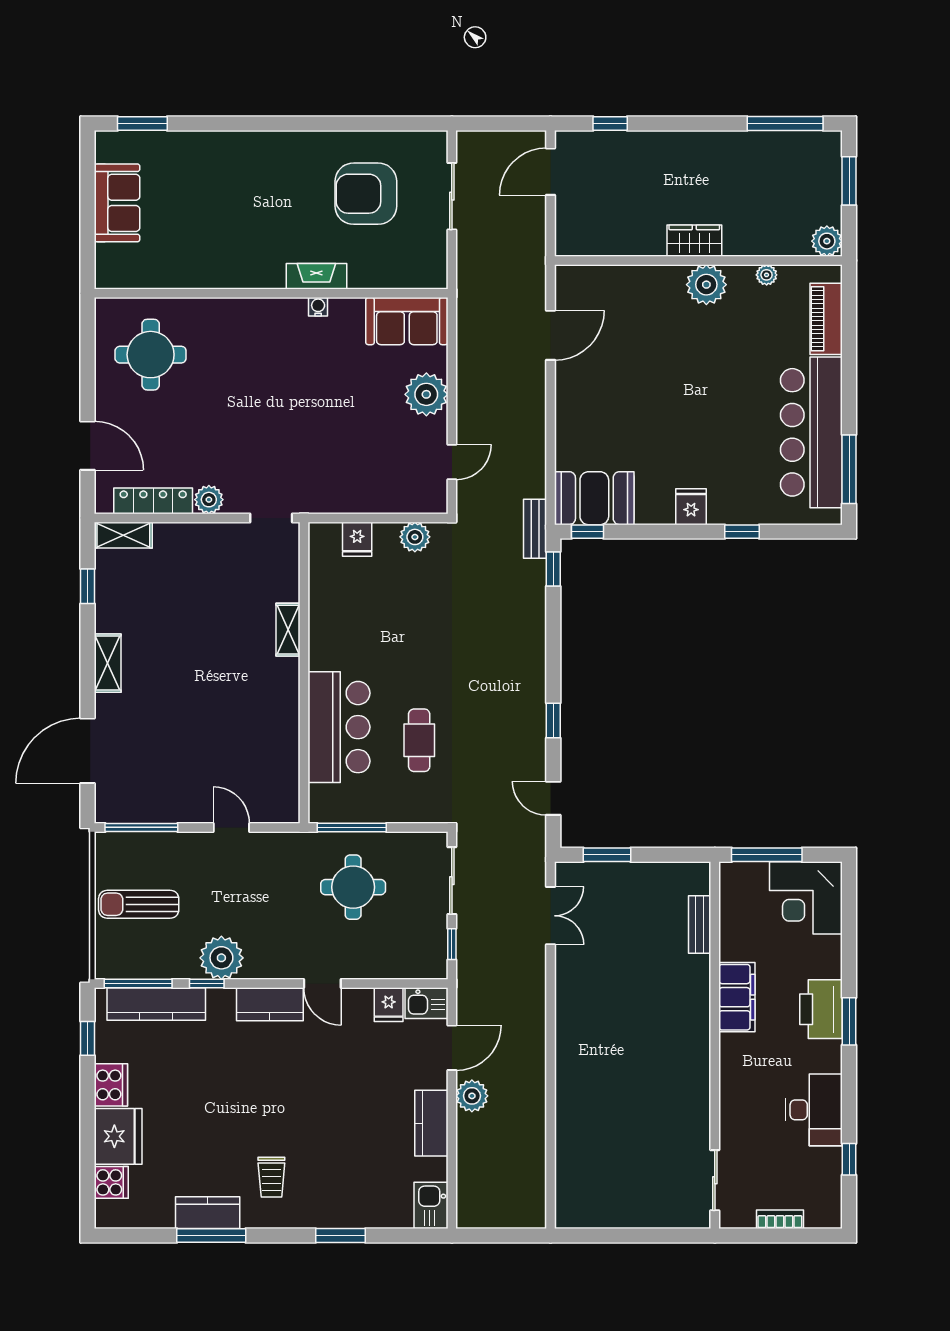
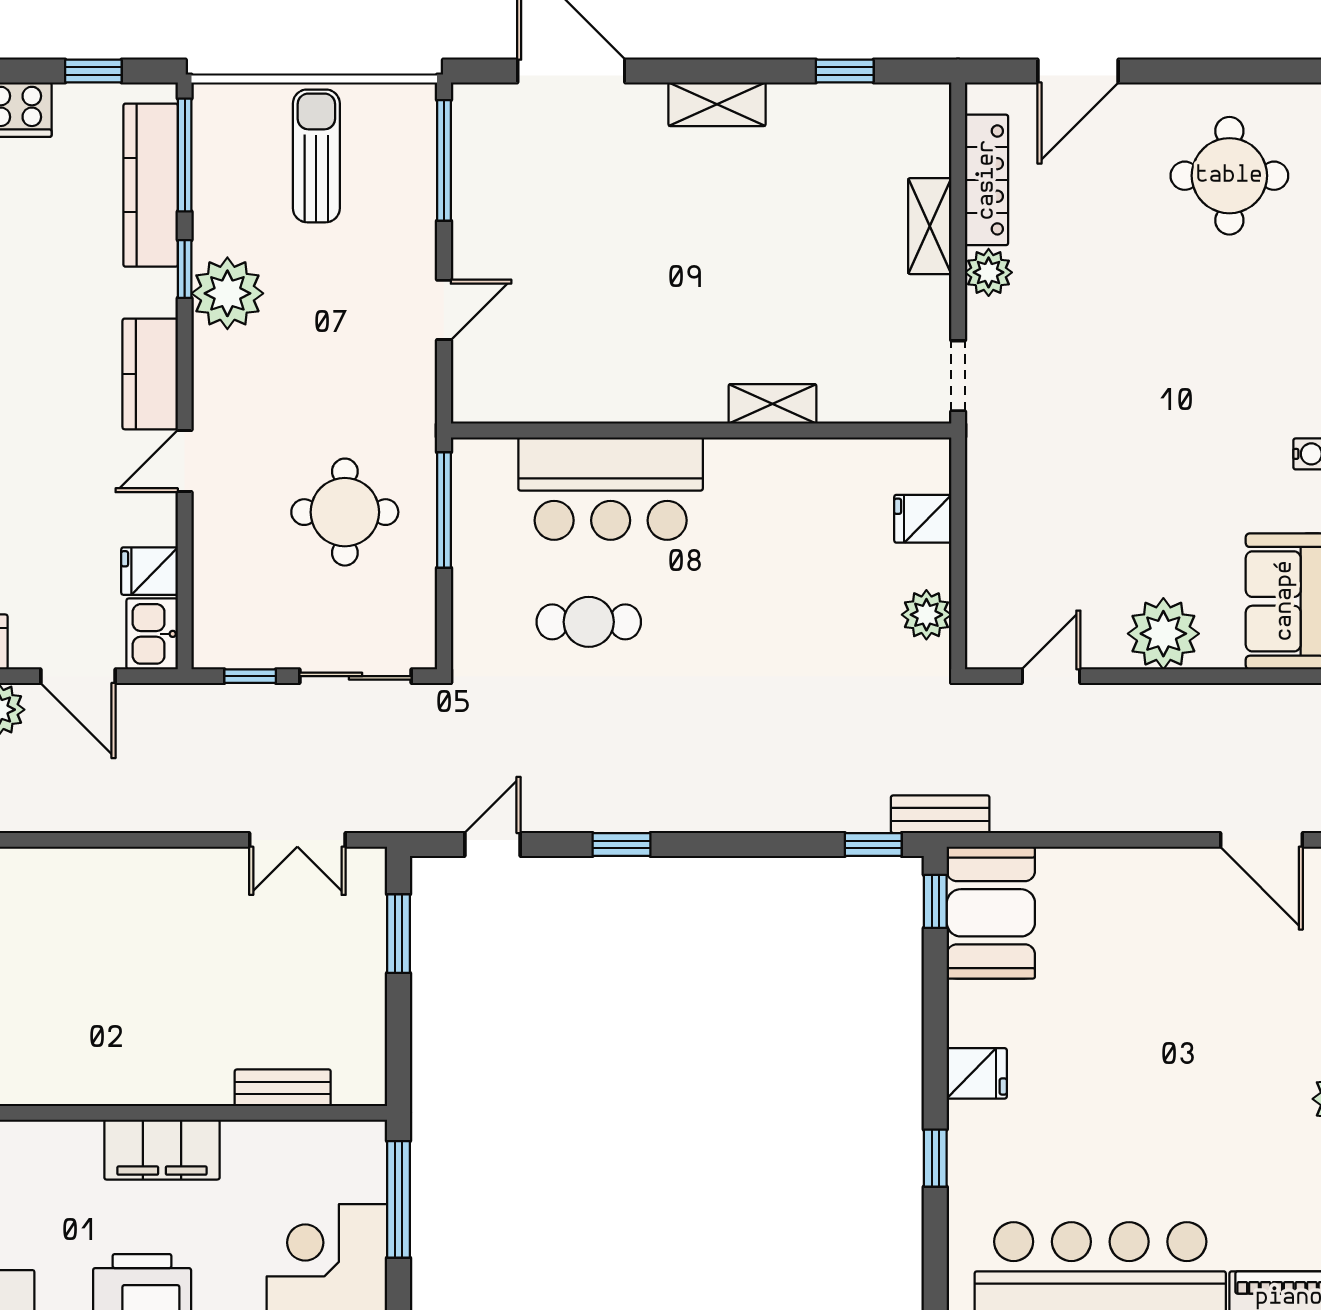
door: (452, 462) -> (1051, 676), swing flipped
shelving: (123, 535) -> (930, 226), moved

